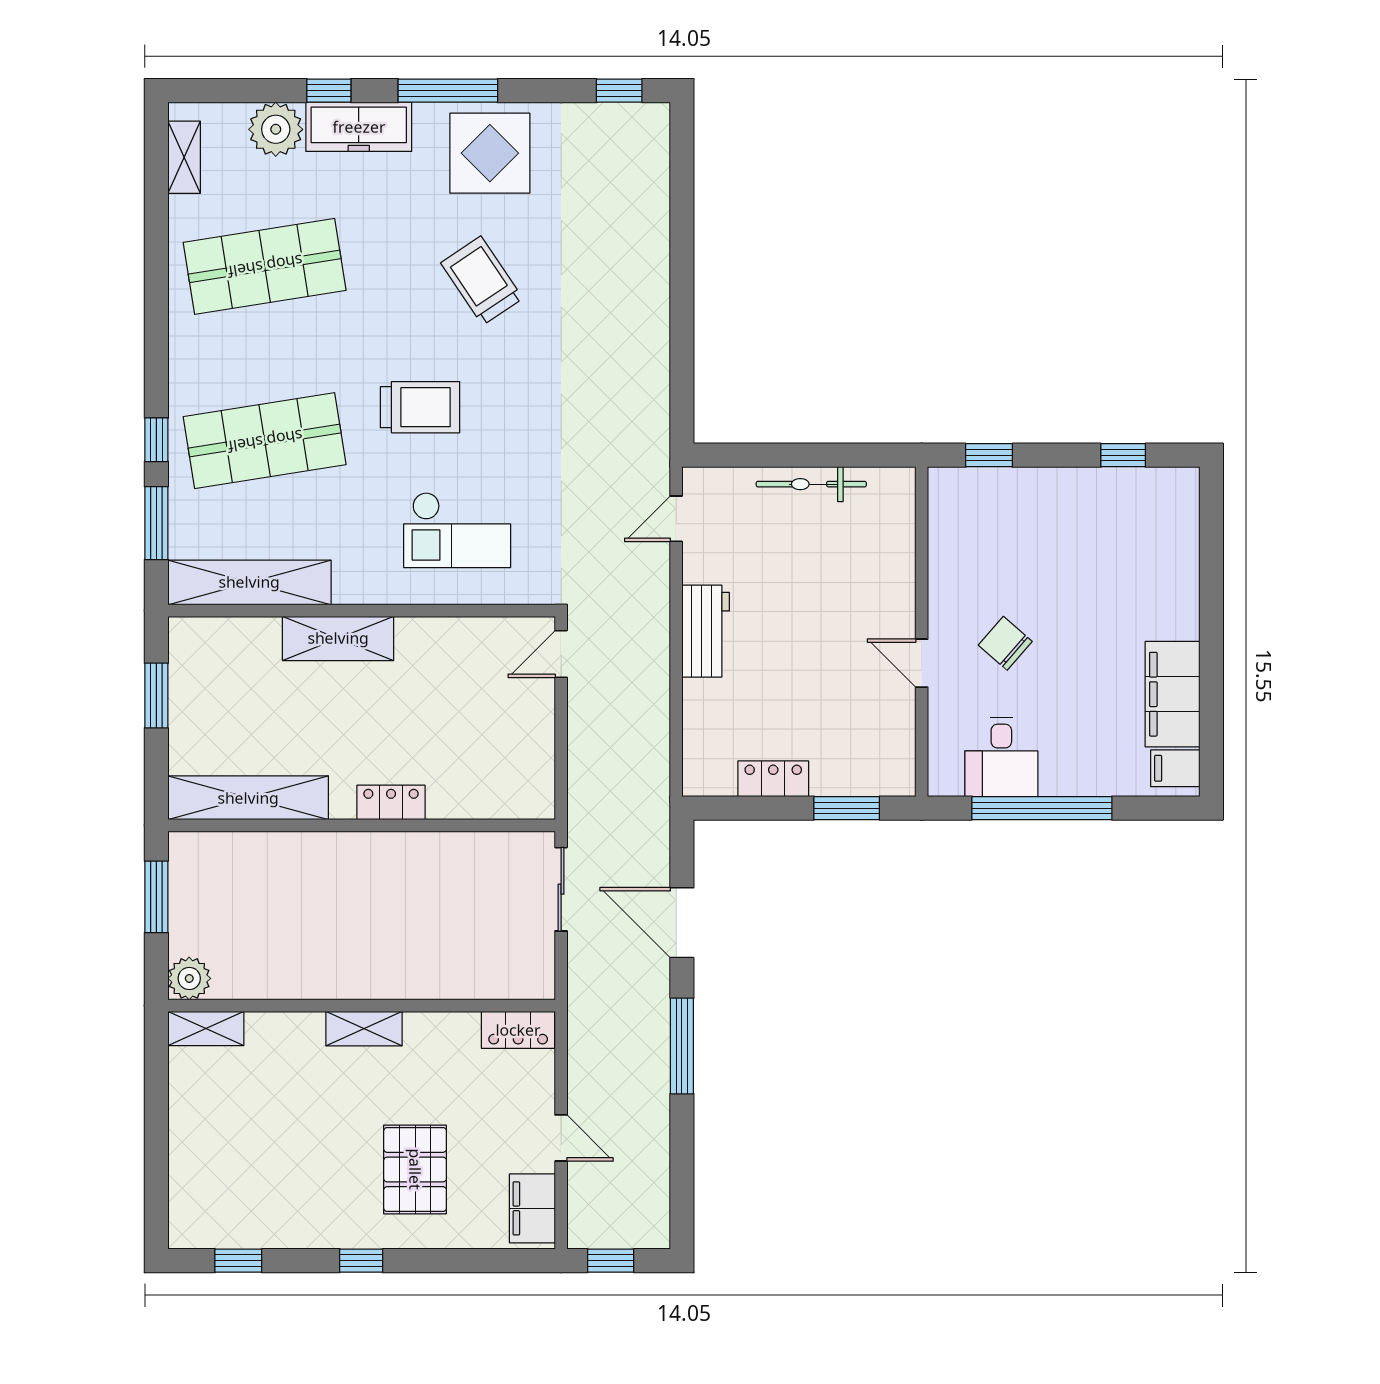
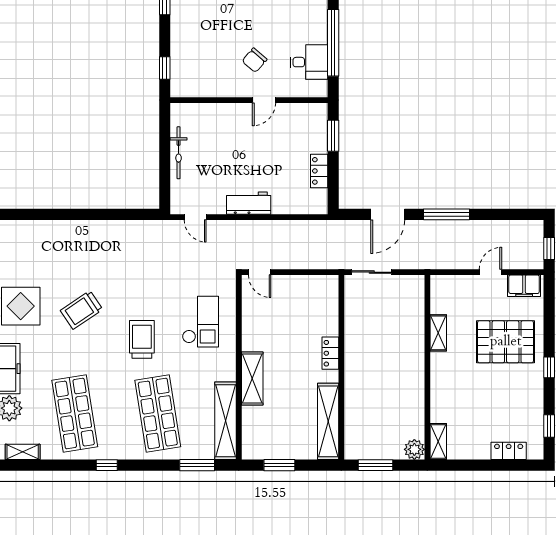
window: (156, 440) -> (107, 465), moved
shelving: (364, 1029) -> (438, 333), moved
locker: (518, 1030) -> (509, 451), moved, turned -90
pallet: (415, 1169) -> (506, 342), width x1.37, depth x1.41

